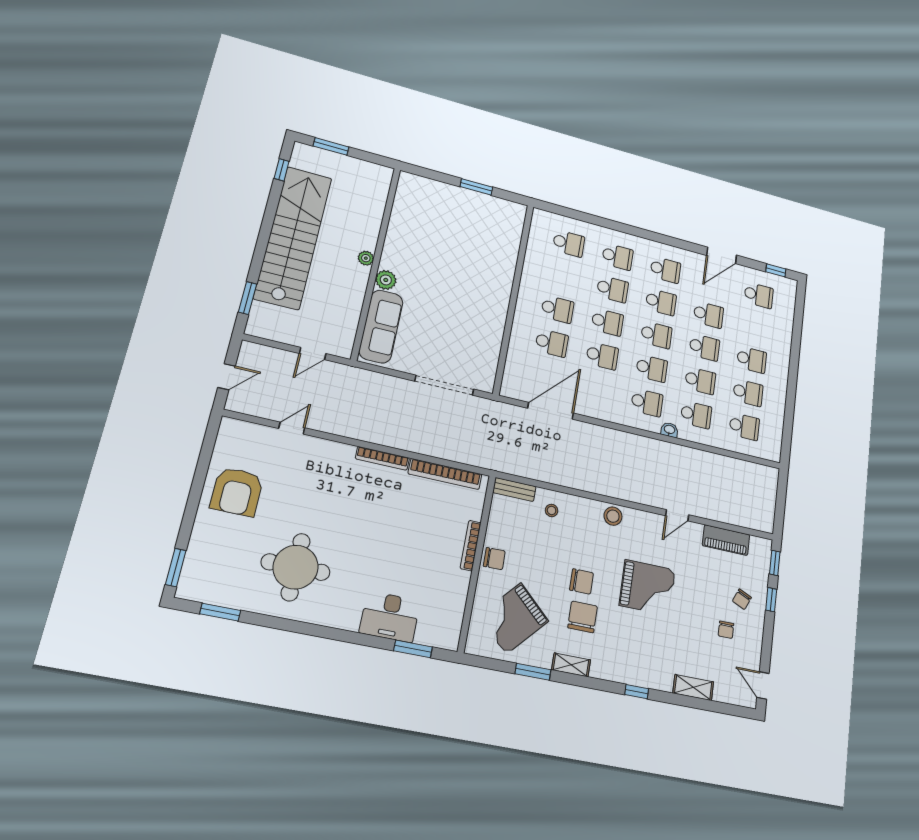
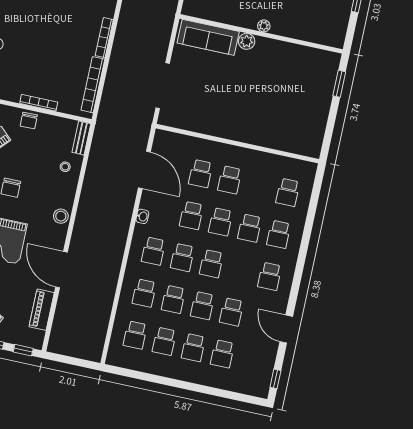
window: (476, 187) -> (339, 84), moved
school desk: (759, 295) -> (222, 354), moved
school desk: (661, 302) -> (241, 270), removed
washbasin: (669, 430) -> (142, 216), moved
door: (677, 515) -> (62, 270), width x1.87

